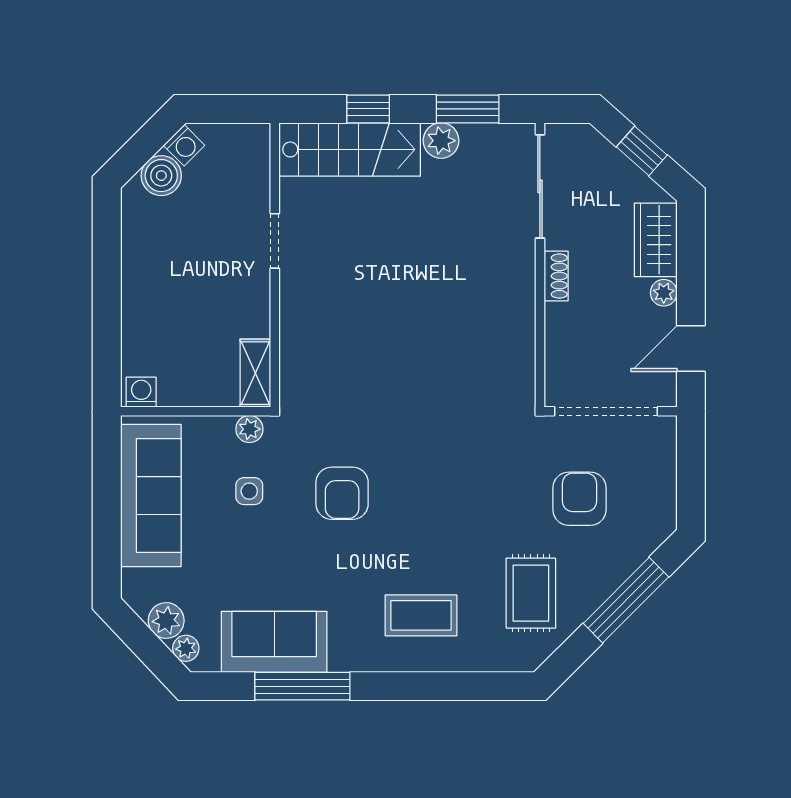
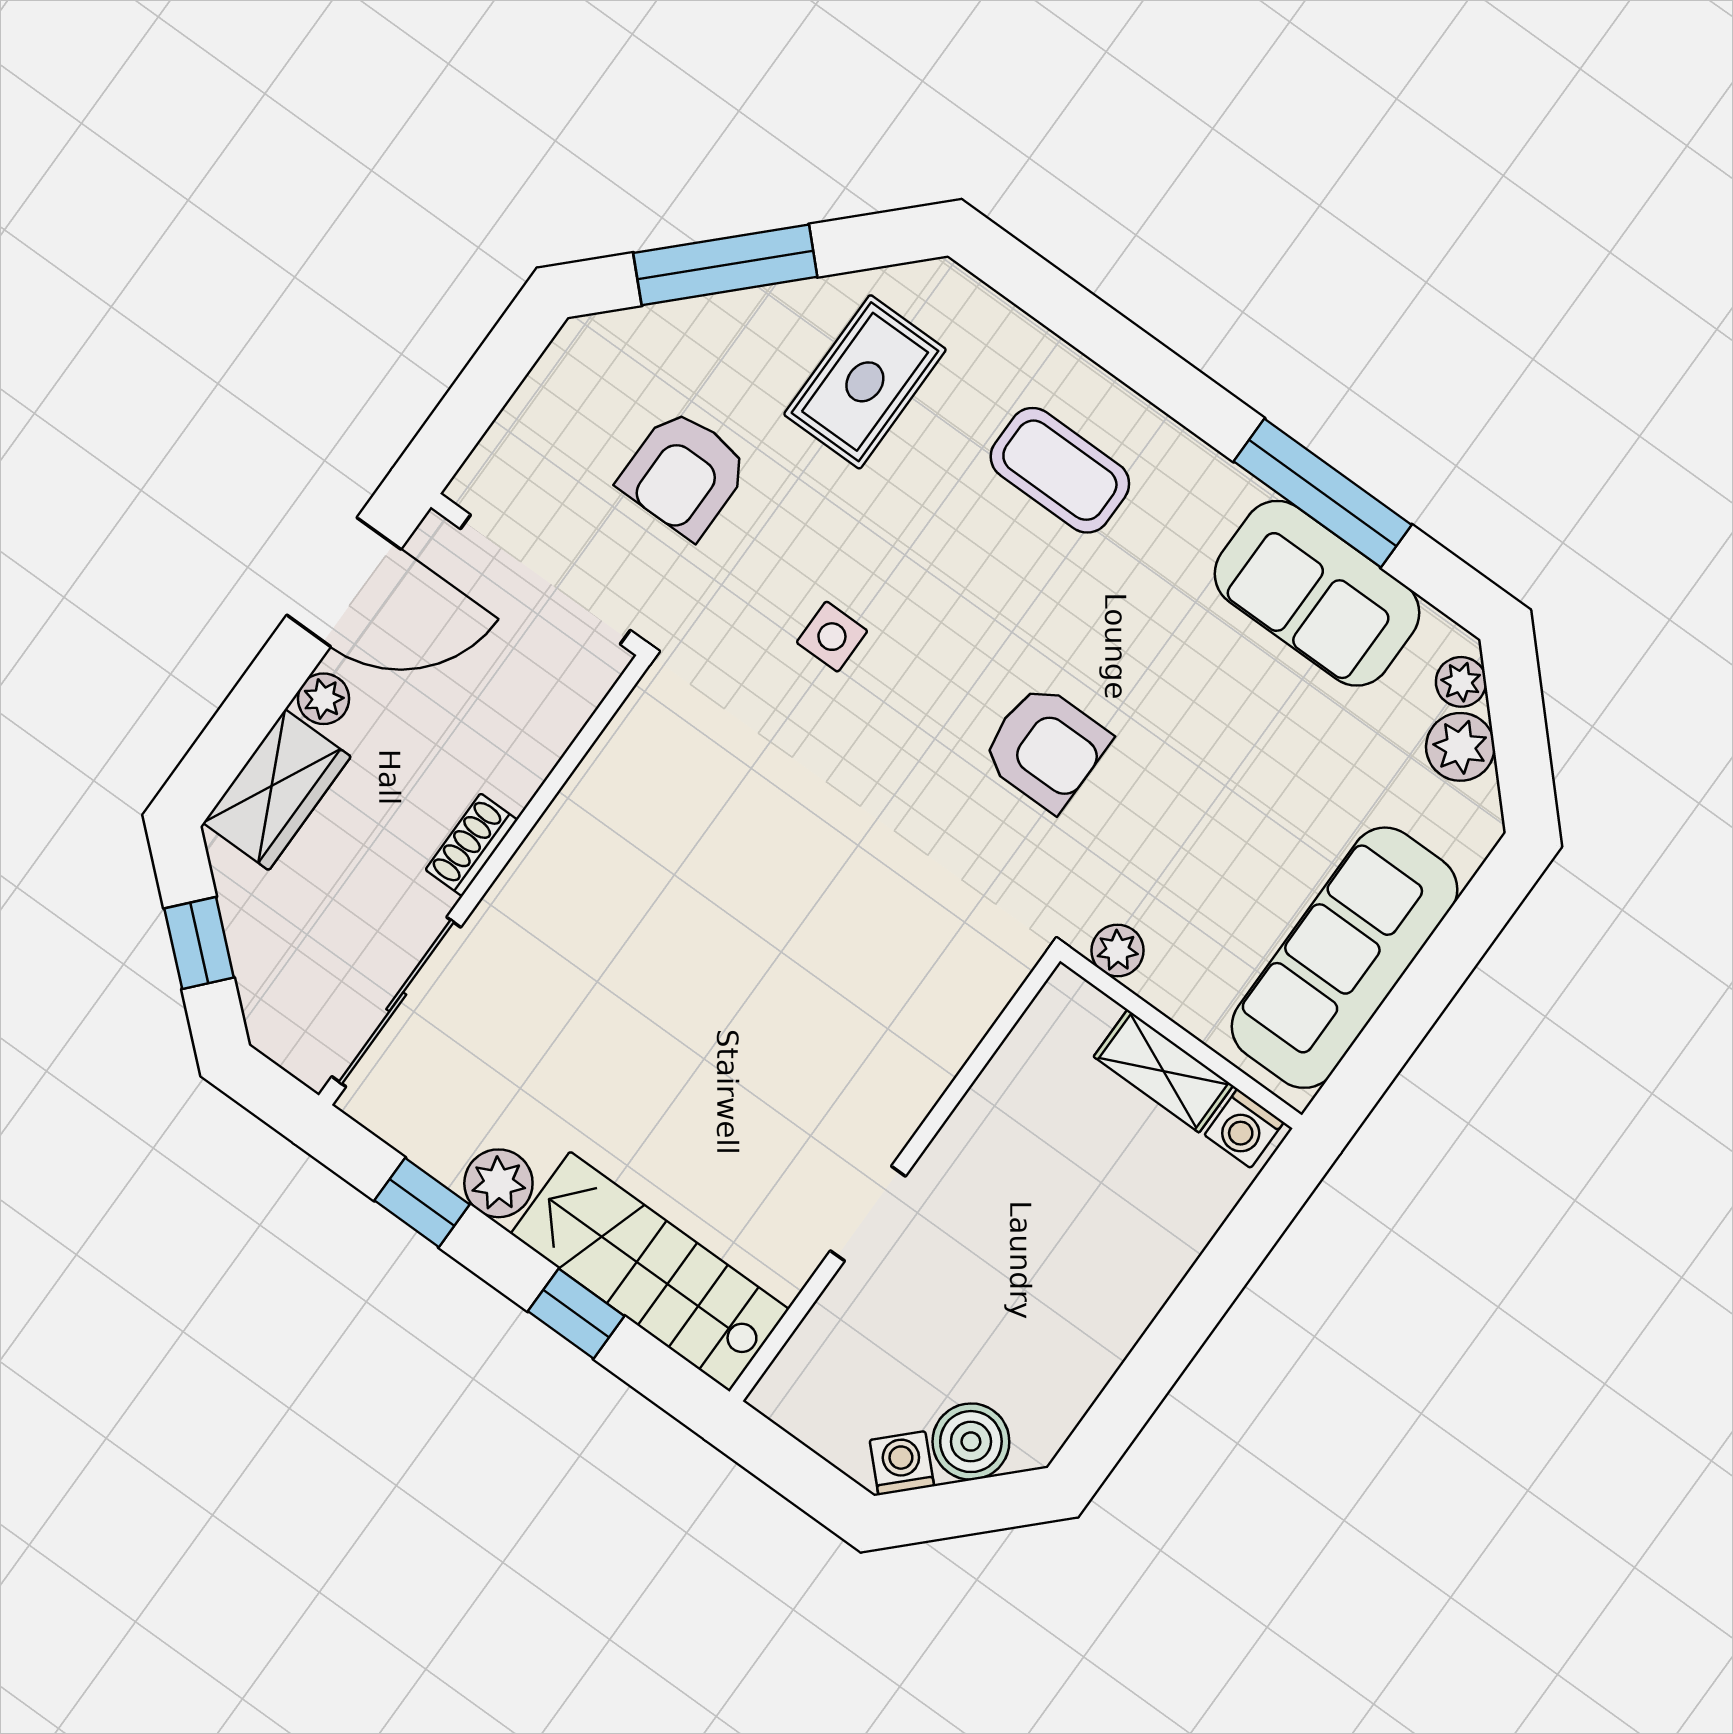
window: (468, 109) -> (422, 1202), width x0.67
door: (691, 349) -> (344, 582), width x1.38
shelving: (255, 373) -> (1163, 1071), moved, turned 90
side table: (249, 491) -> (832, 637), moved
armchair: (342, 493) -> (1046, 748), turned 90

